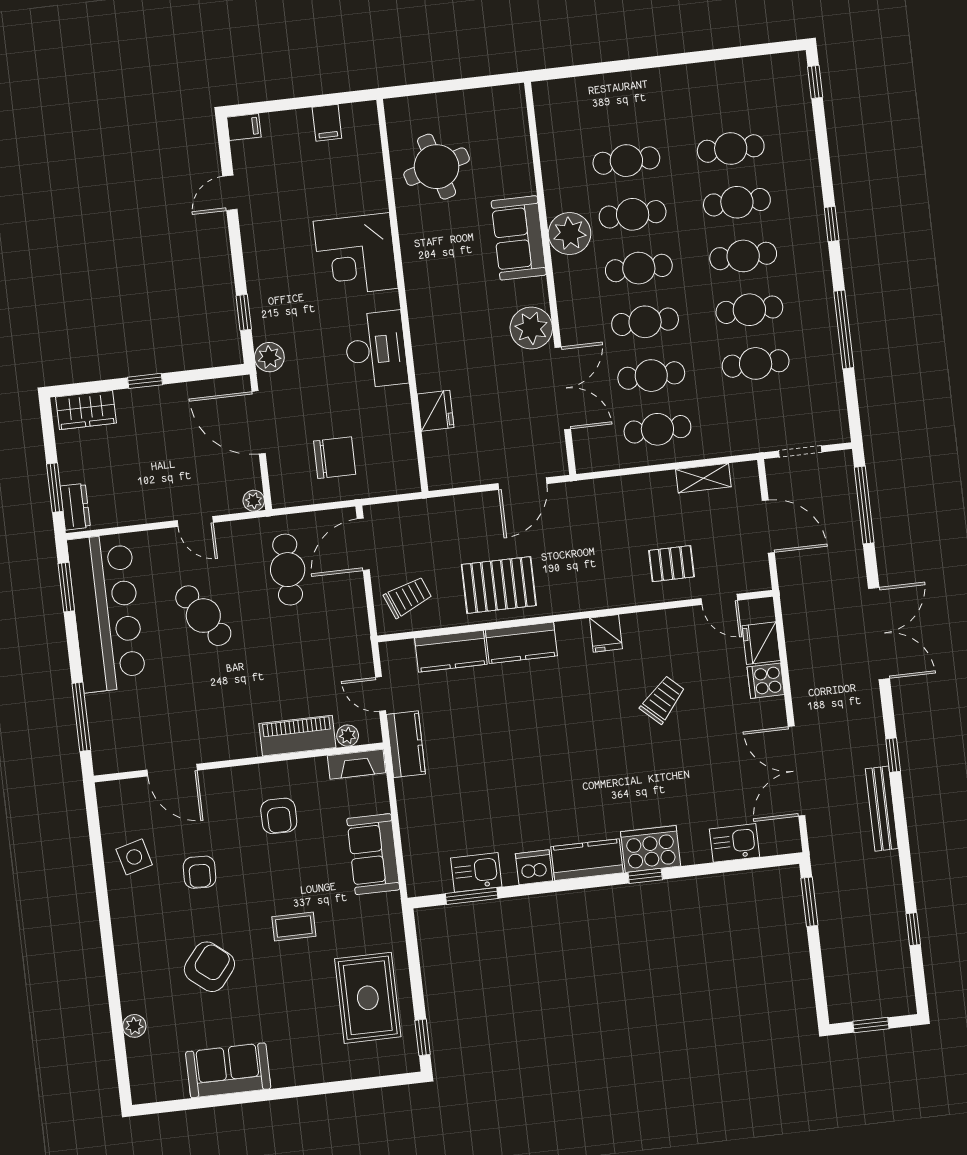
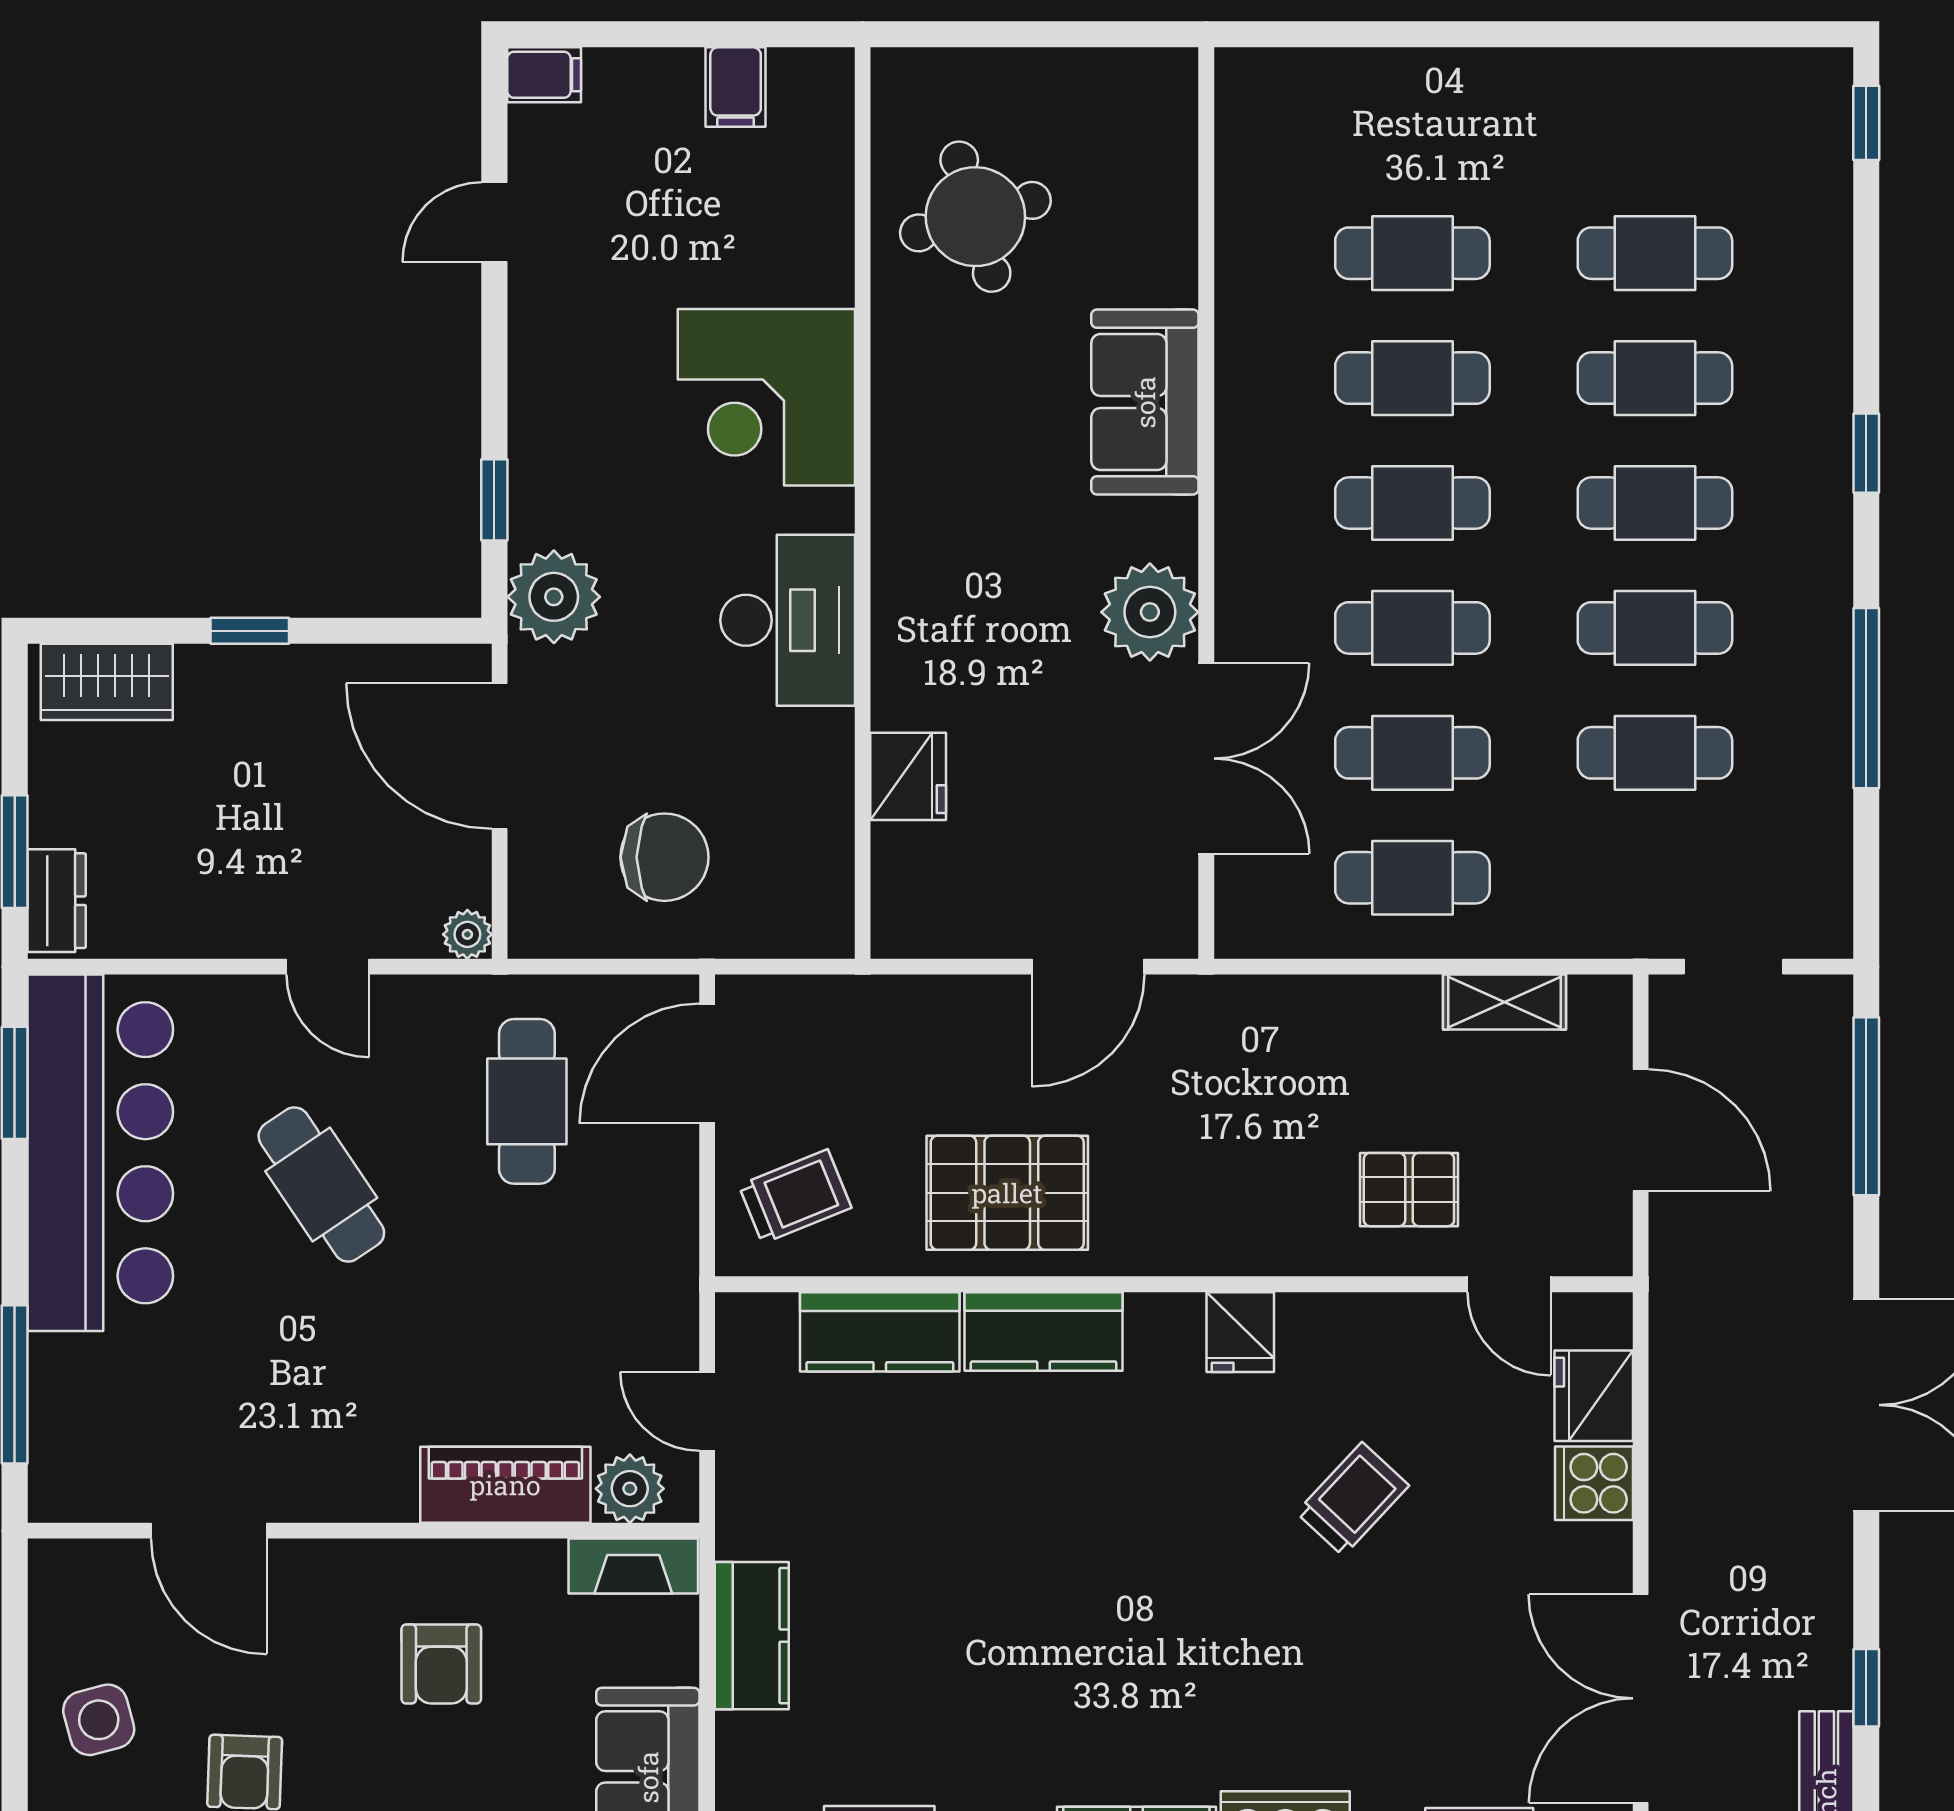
plant: (570, 234) -> (1263, 405), removed
plant: (269, 357) -> (554, 597), width x1.36, depth x1.36
plant: (348, 736) -> (630, 1489), width x1.38, depth x1.38
kitchen counter: (406, 744) -> (752, 1636), moved

